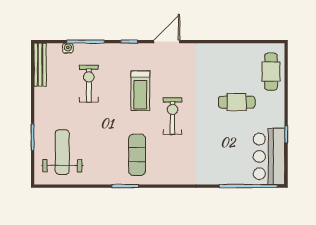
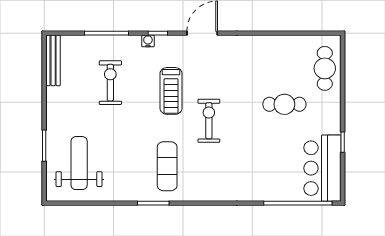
water cooler: (68, 48) -> (148, 41), moved

